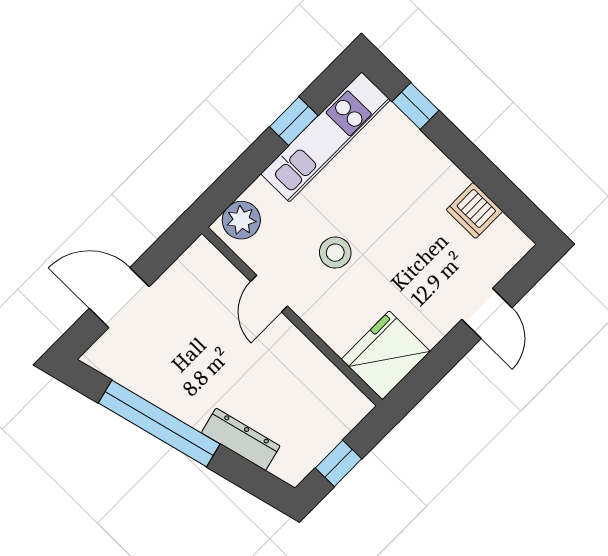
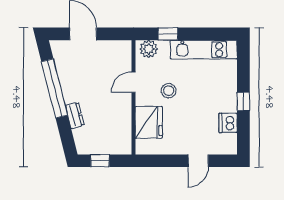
window: (416, 106) -> (243, 101), moved
window: (294, 121) -> (168, 34), moved
fridge: (386, 355) -> (149, 122), moved, turned 90
dresser: (241, 439) -> (75, 115), width x0.70

